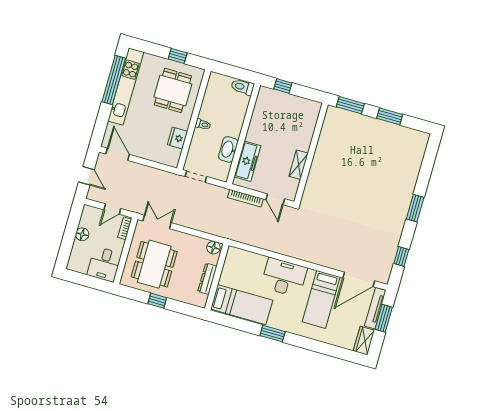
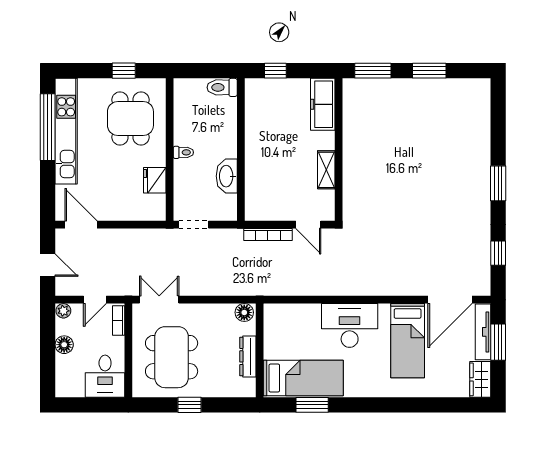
freezer: (247, 161) -> (323, 104), moved, turned 180
plant: (88, 211) -> (63, 311), added
window: (273, 334) -> (312, 405), moved

